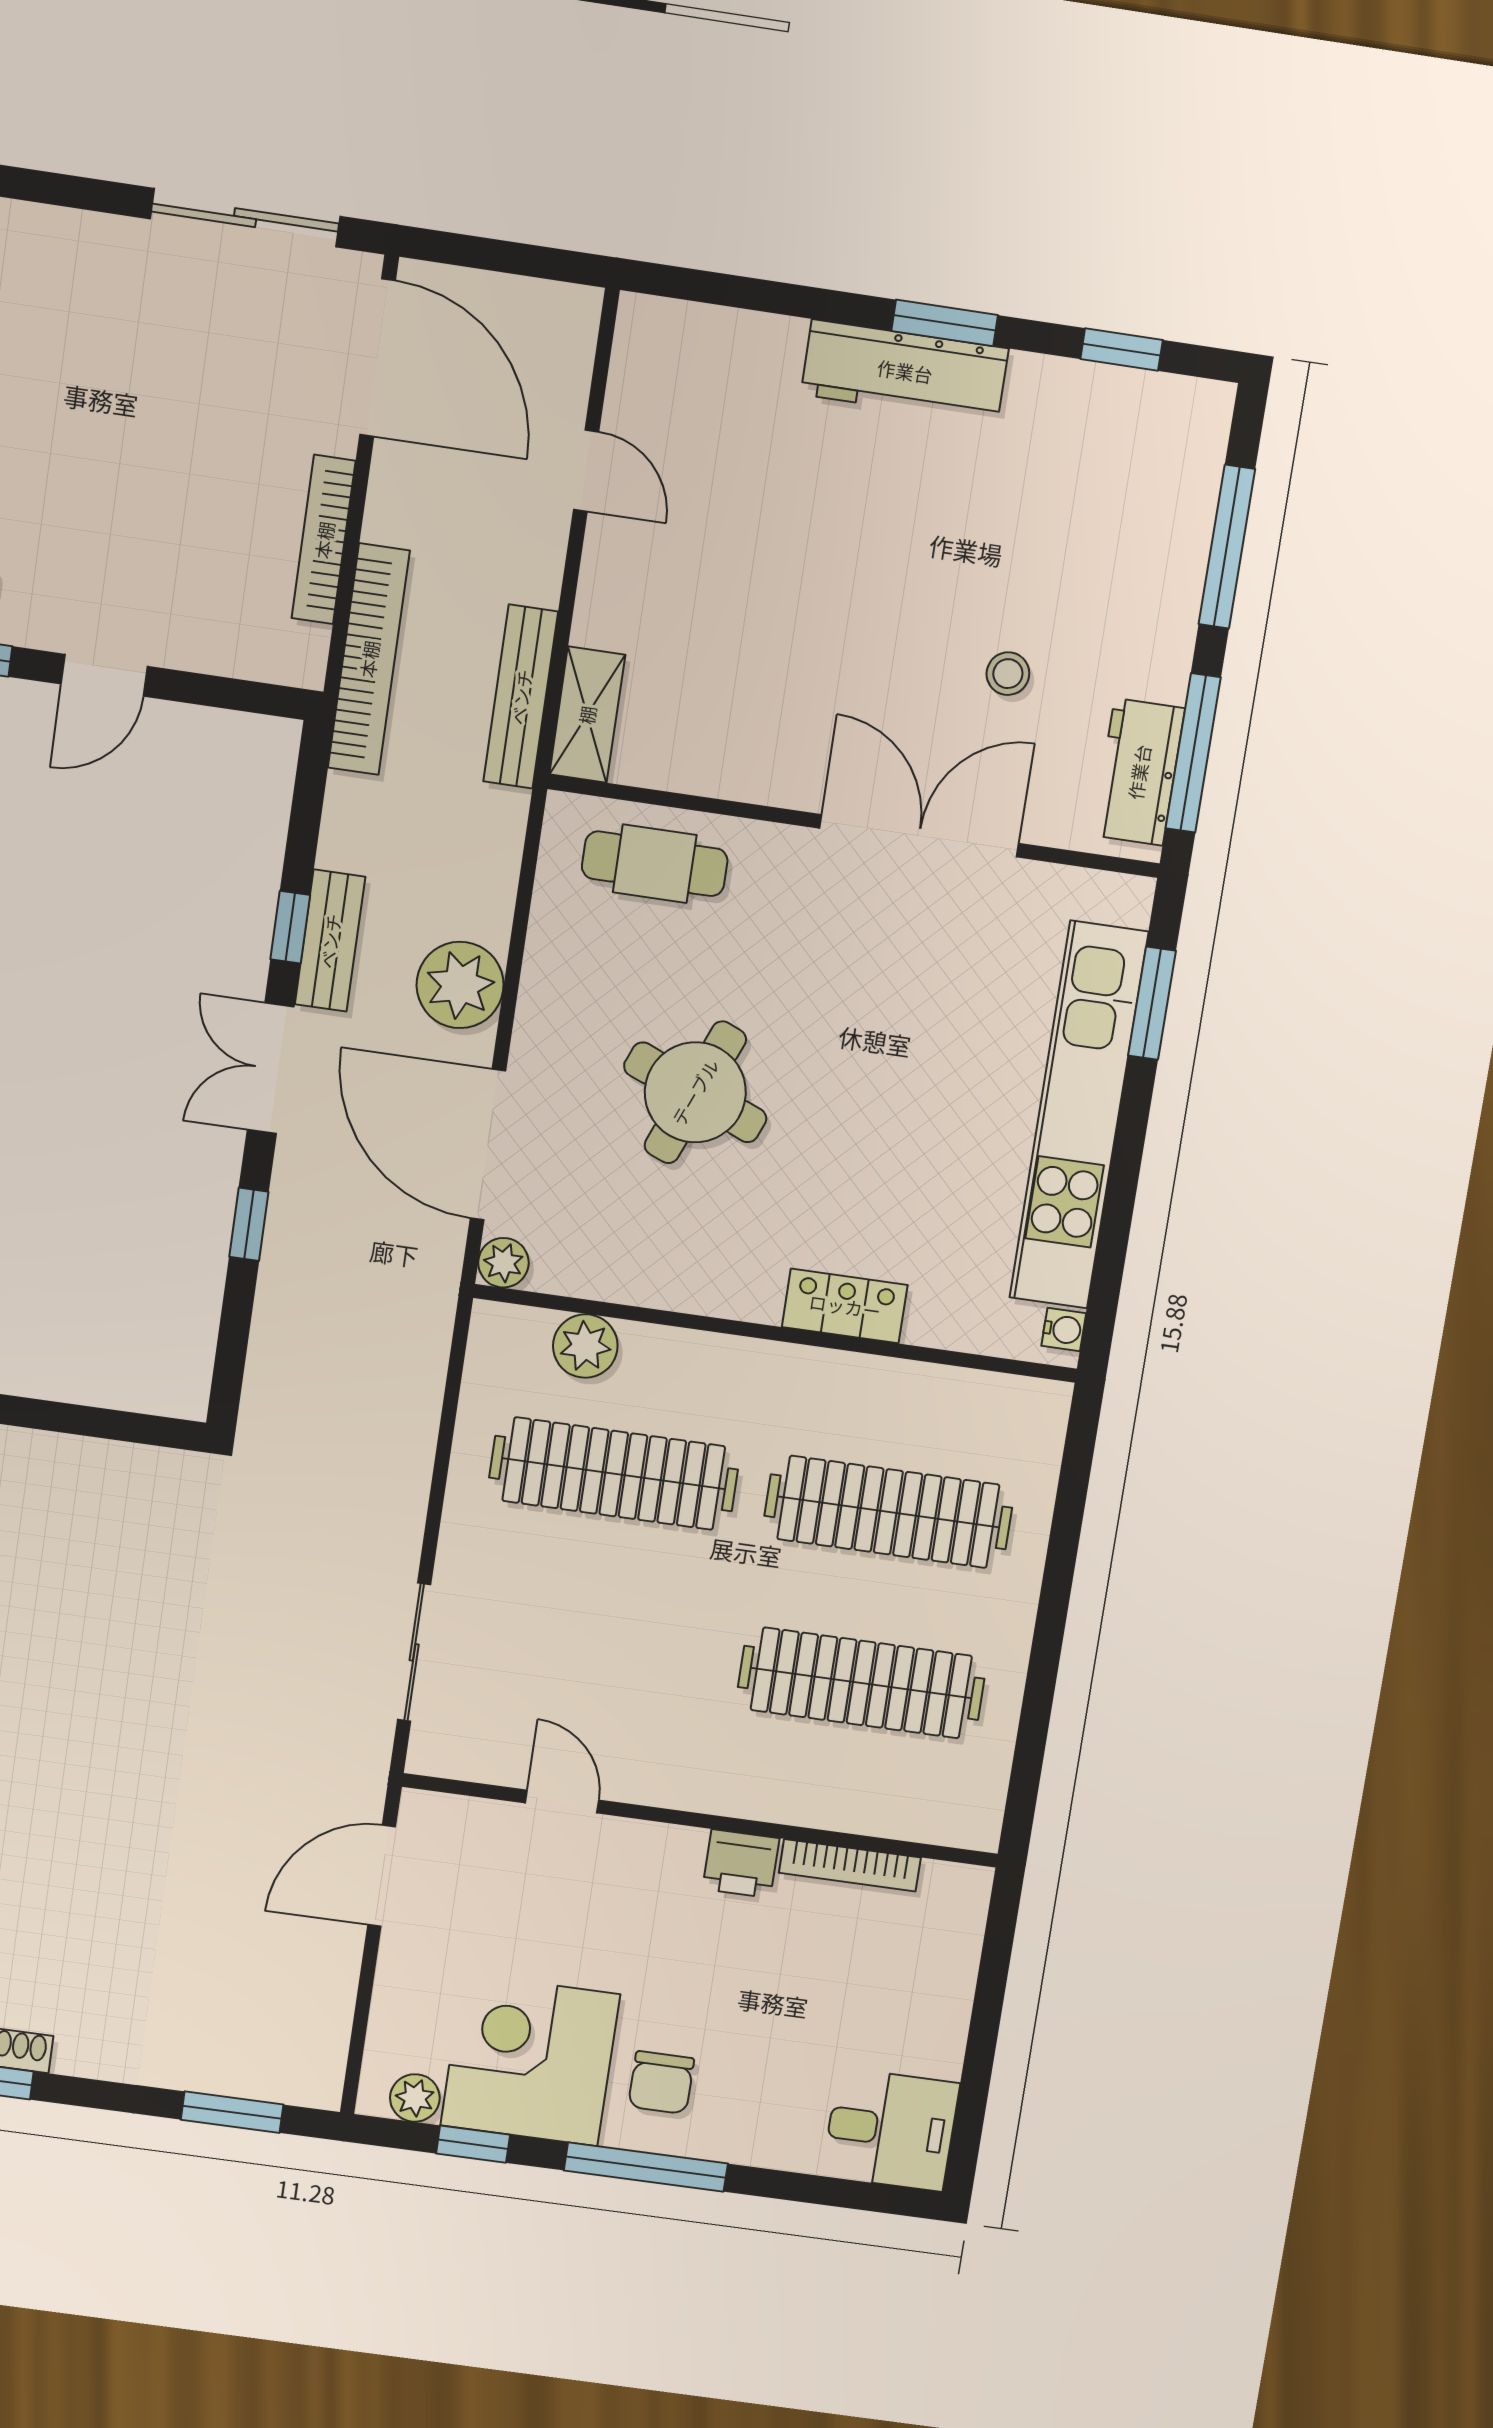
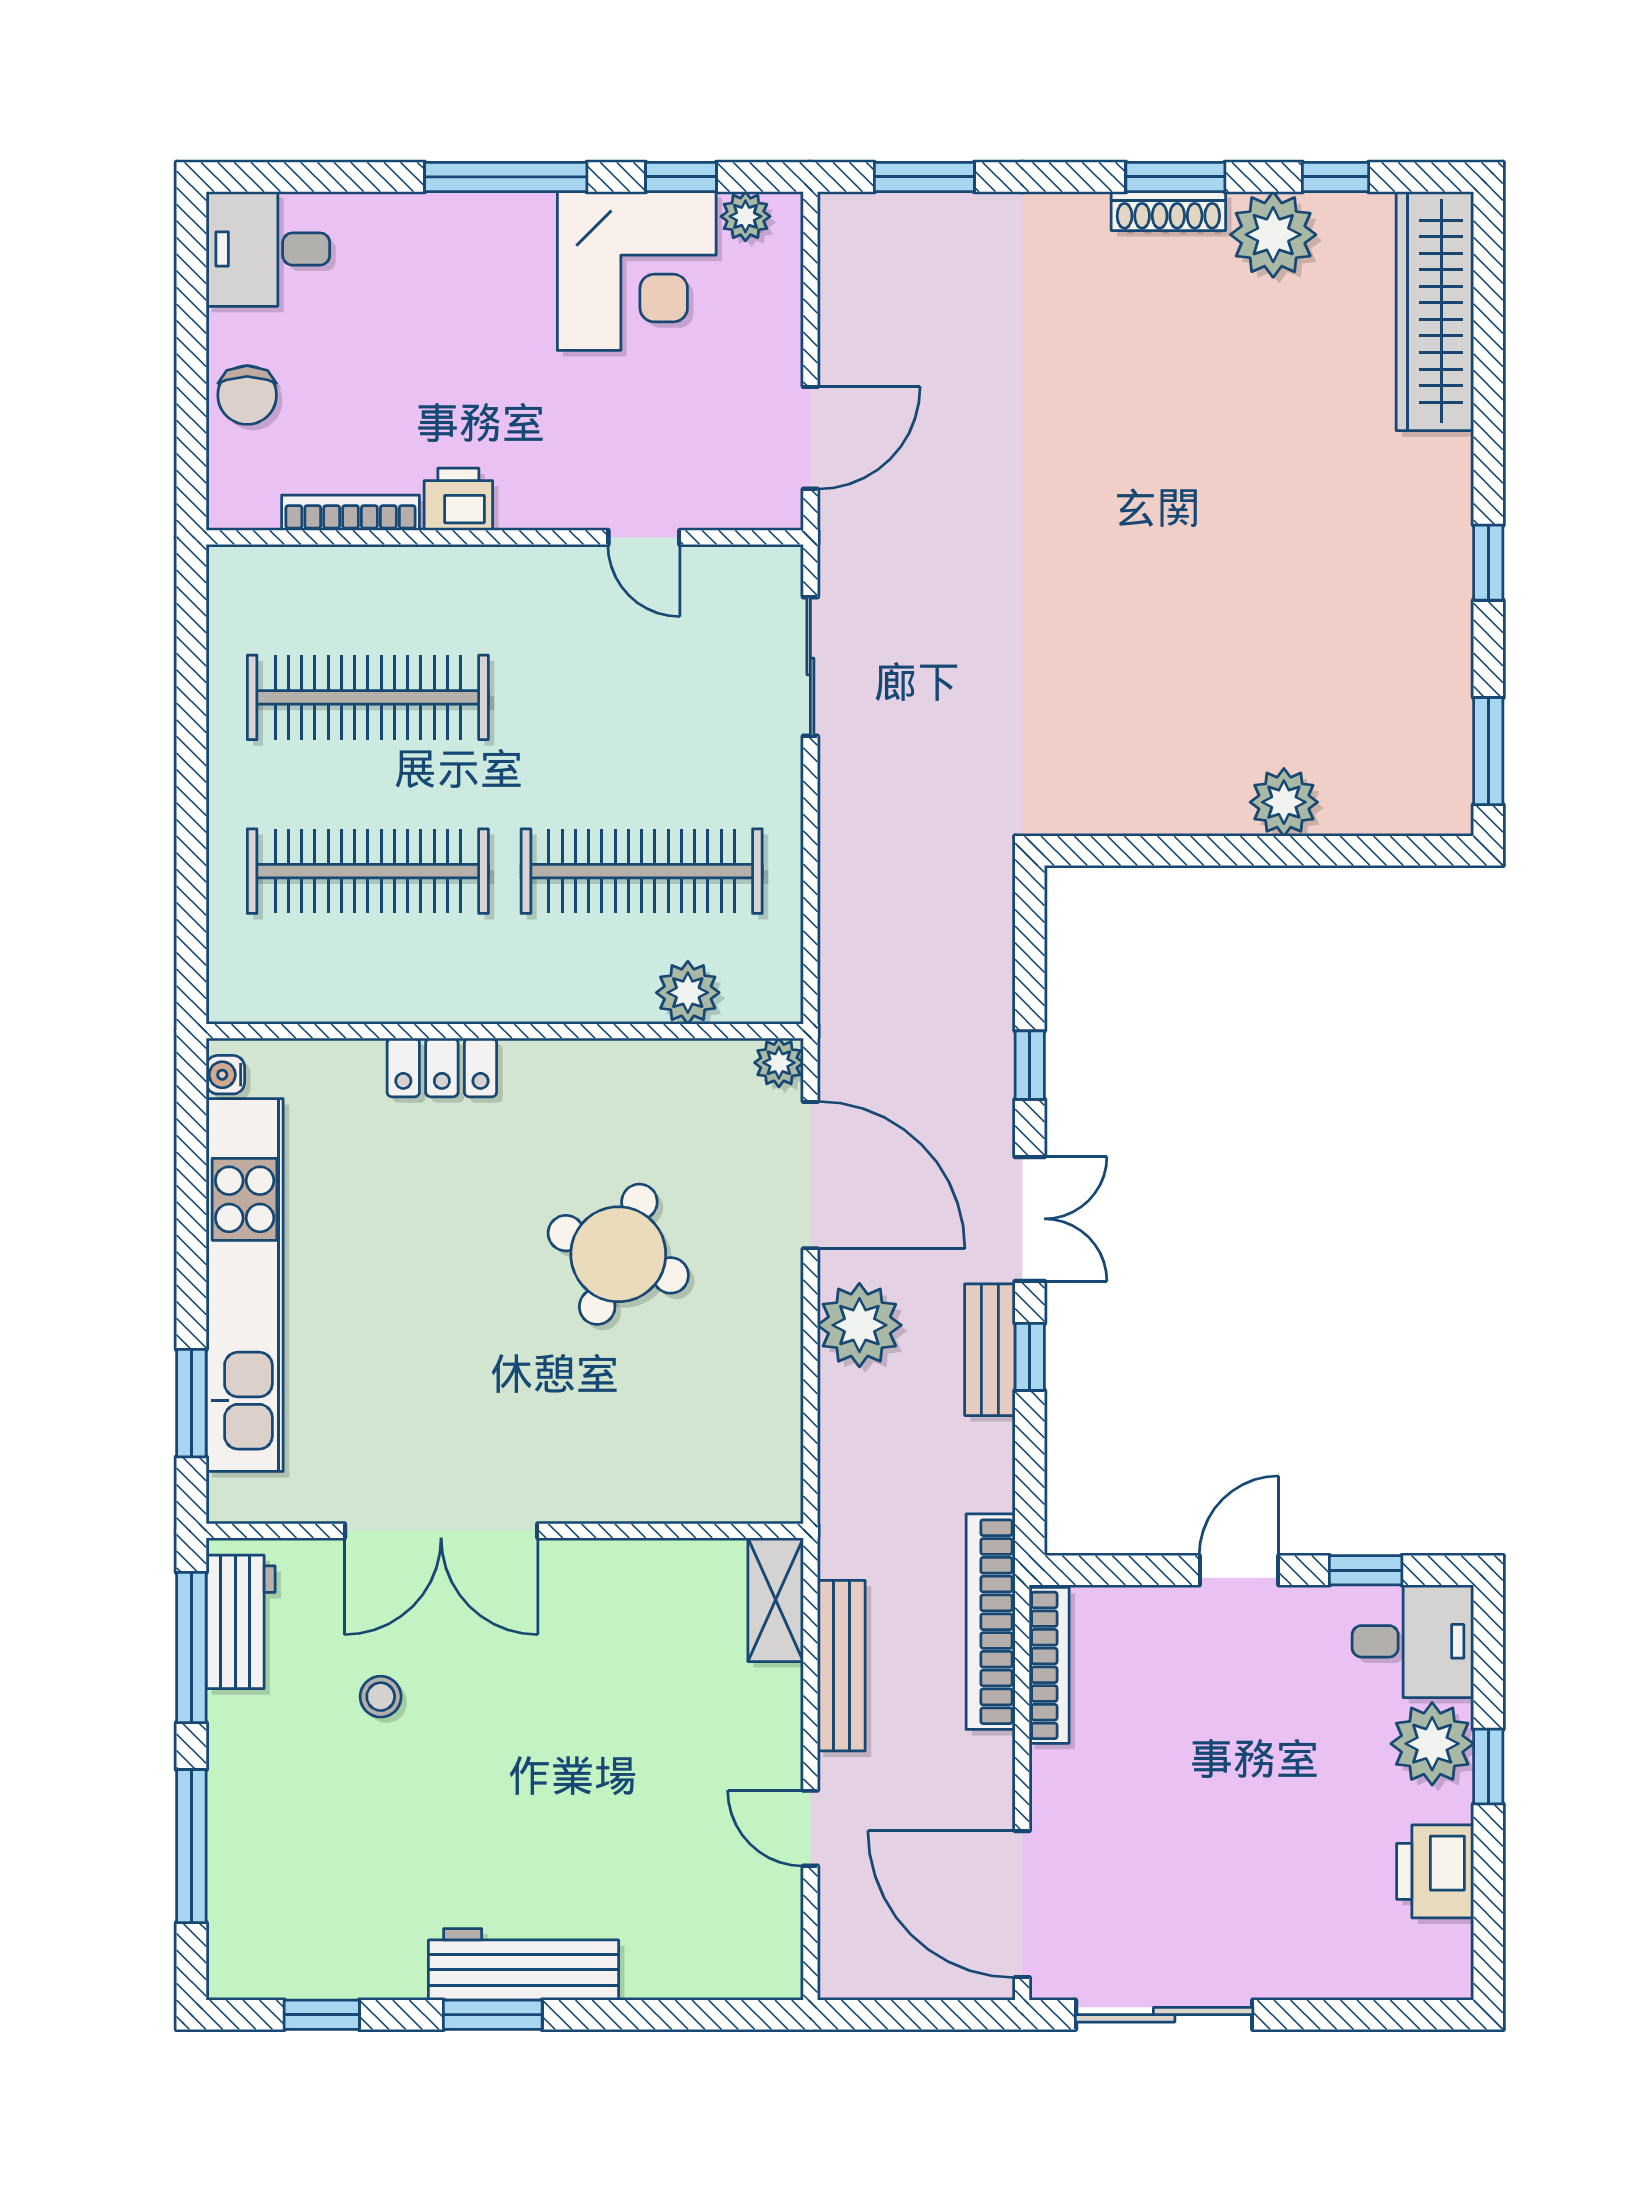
bookcase: (324, 540) -> (1049, 1665), moved
bench: (521, 697) -> (841, 1666), moved
cafe table: (655, 864) -> (690, 1468), removed
chair: (661, 2082) -> (247, 395), moved, turned 180

